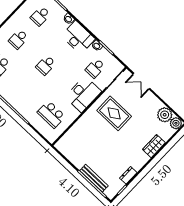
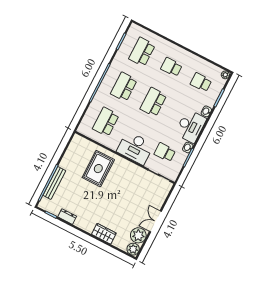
school desk: (46, 65) -> (153, 102), width x1.85
double door: (141, 81) -> (155, 221), moved
school desk: (24, 88) -> (124, 87), added
rug: (114, 113) -> (98, 169), moved

